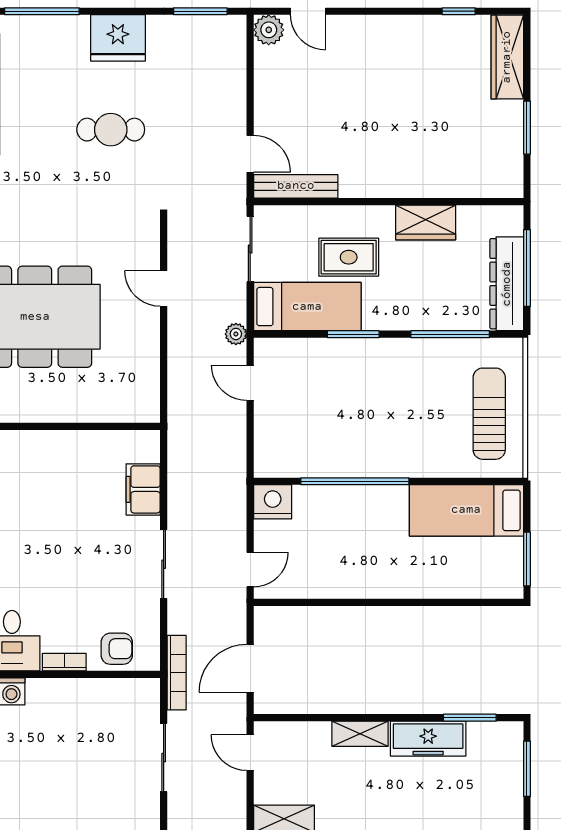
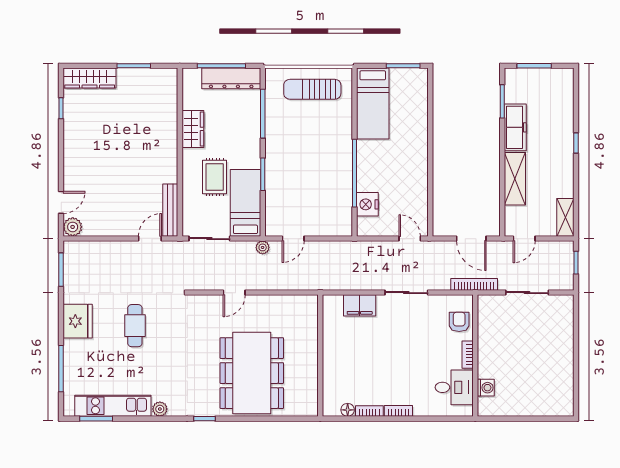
nightstand: (273, 502) -> (367, 204), moved
shelving: (360, 734) -> (515, 179), width x1.50, depth x1.33

